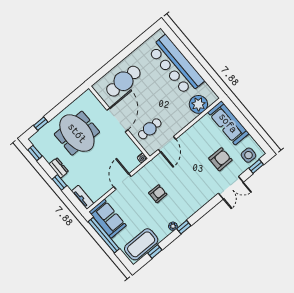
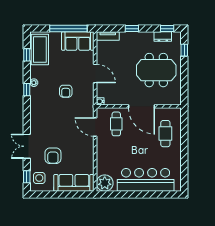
cafe table: (123, 81) -> (165, 134), width x0.73, depth x0.74
plant: (198, 104) -> (105, 183), moved
dresser: (59, 168) -> (163, 37), moved

